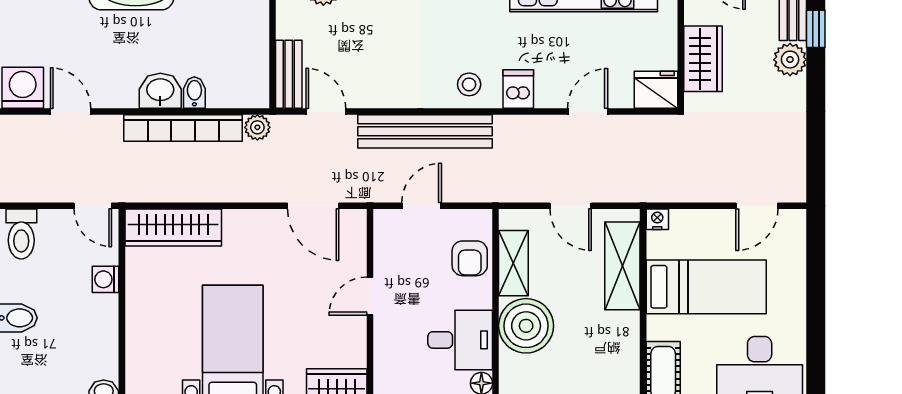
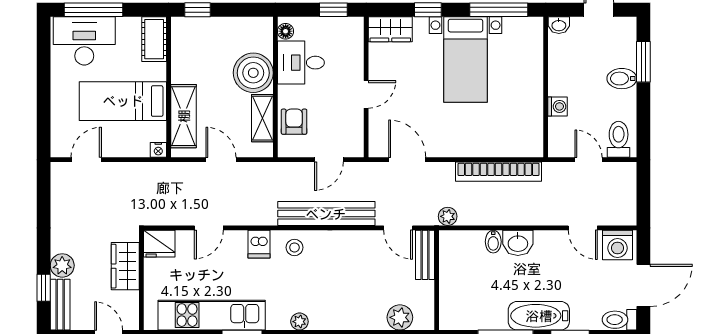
bookcase: (183, 128) -> (498, 172), moved, turned 180
door: (93, 206) -> (588, 160), moved
wardrobe: (173, 227) -> (509, 144), removed

